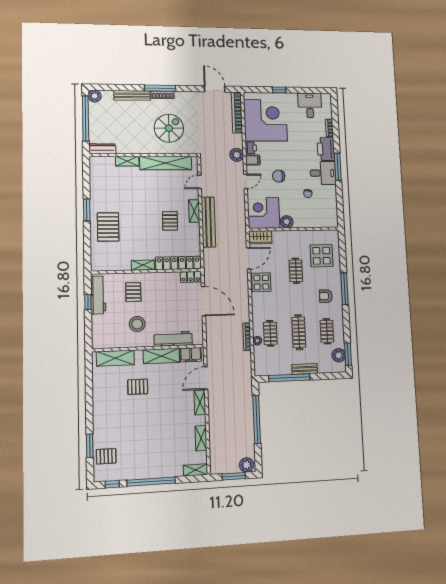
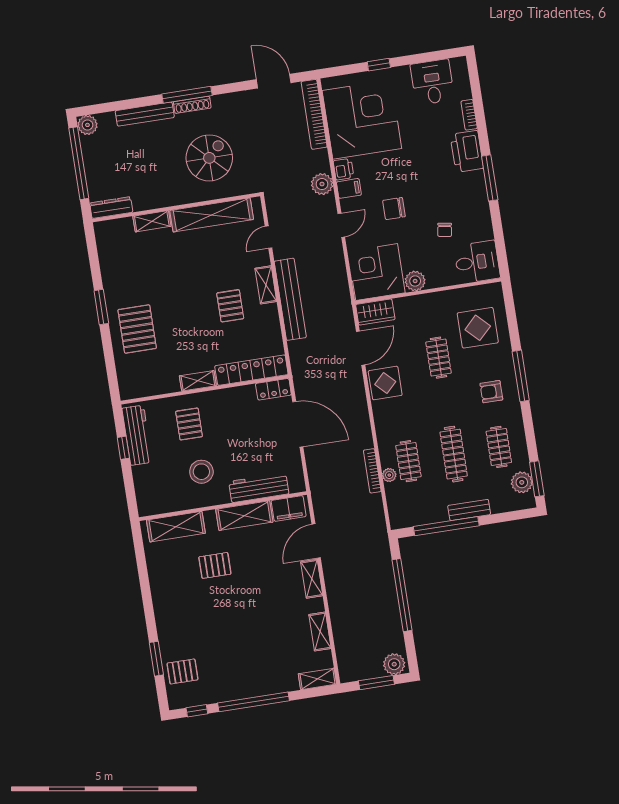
desk: (323, 173) -> (477, 262), moved

